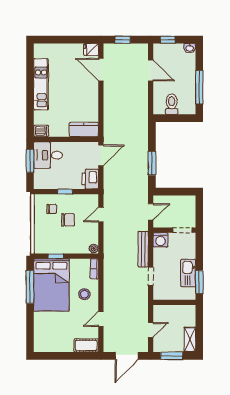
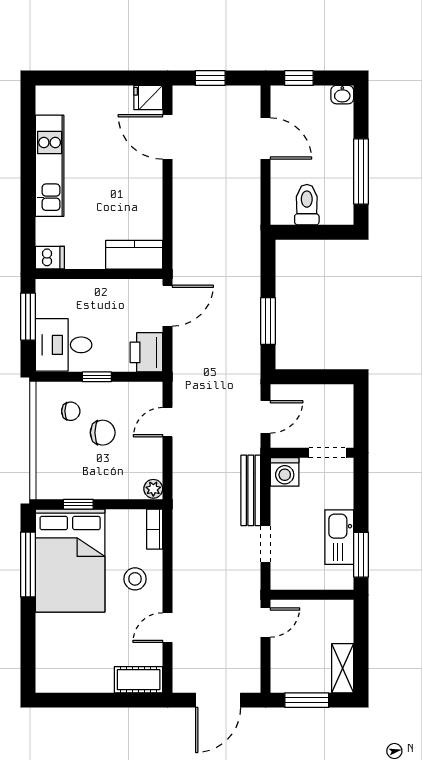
desk: (48, 155) -> (64, 345), moved
door: (151, 330) -> (266, 623), moved

